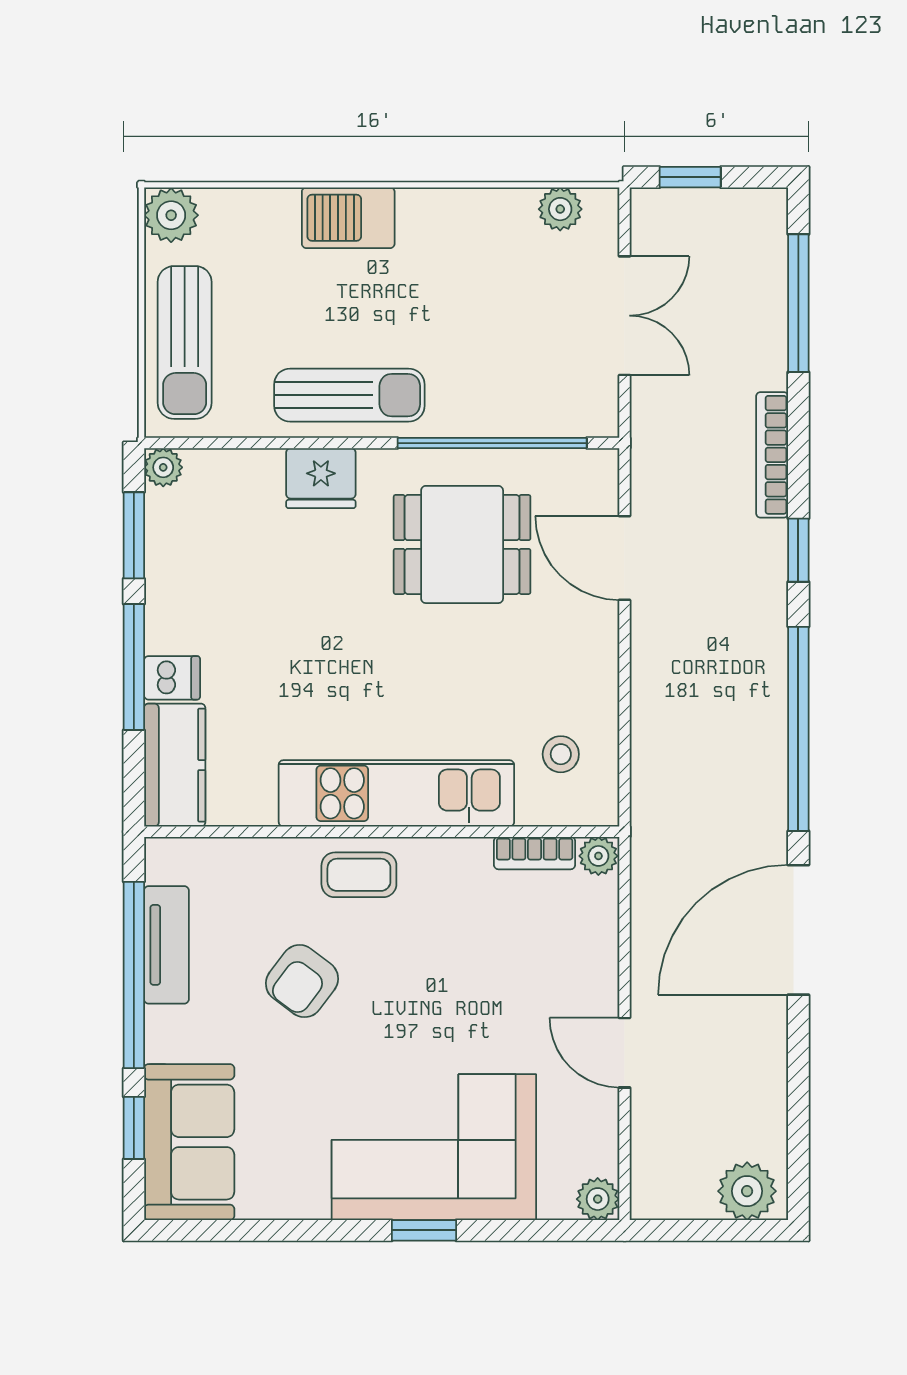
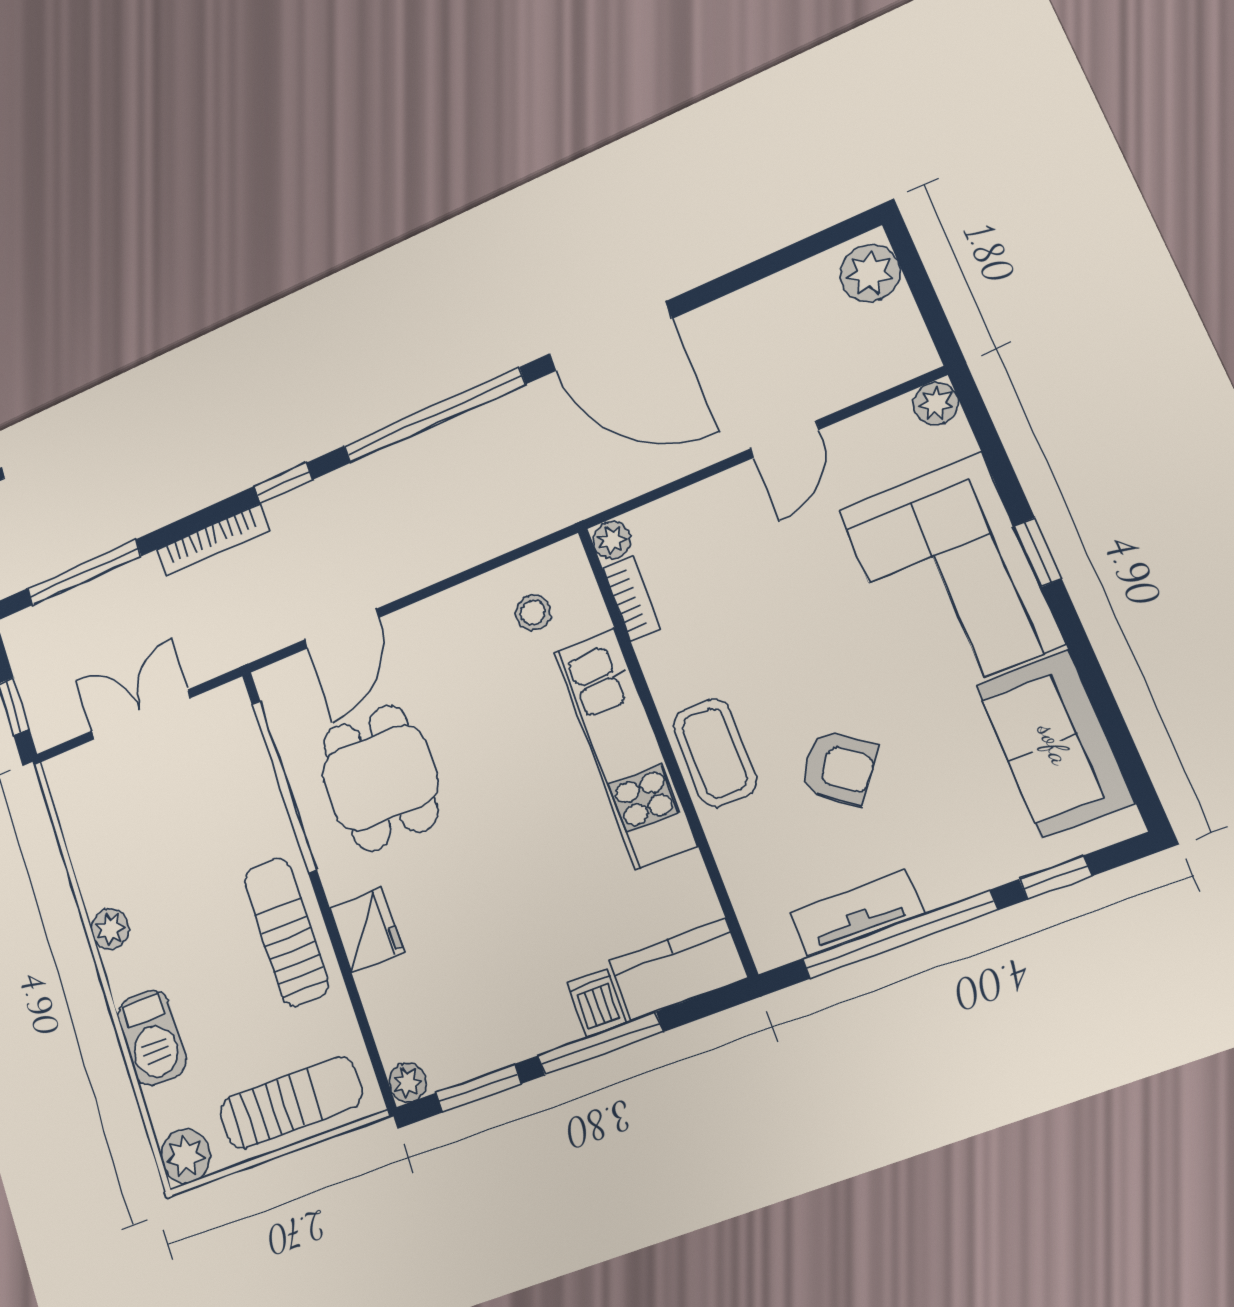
plant: (560, 209) -> (110, 929), moved
barbecue: (348, 218) -> (152, 1038), moved
coffee table: (359, 875) -> (715, 753), width x1.36, depth x1.30
sofa: (189, 1142) -> (1055, 744), moved, turned -90

